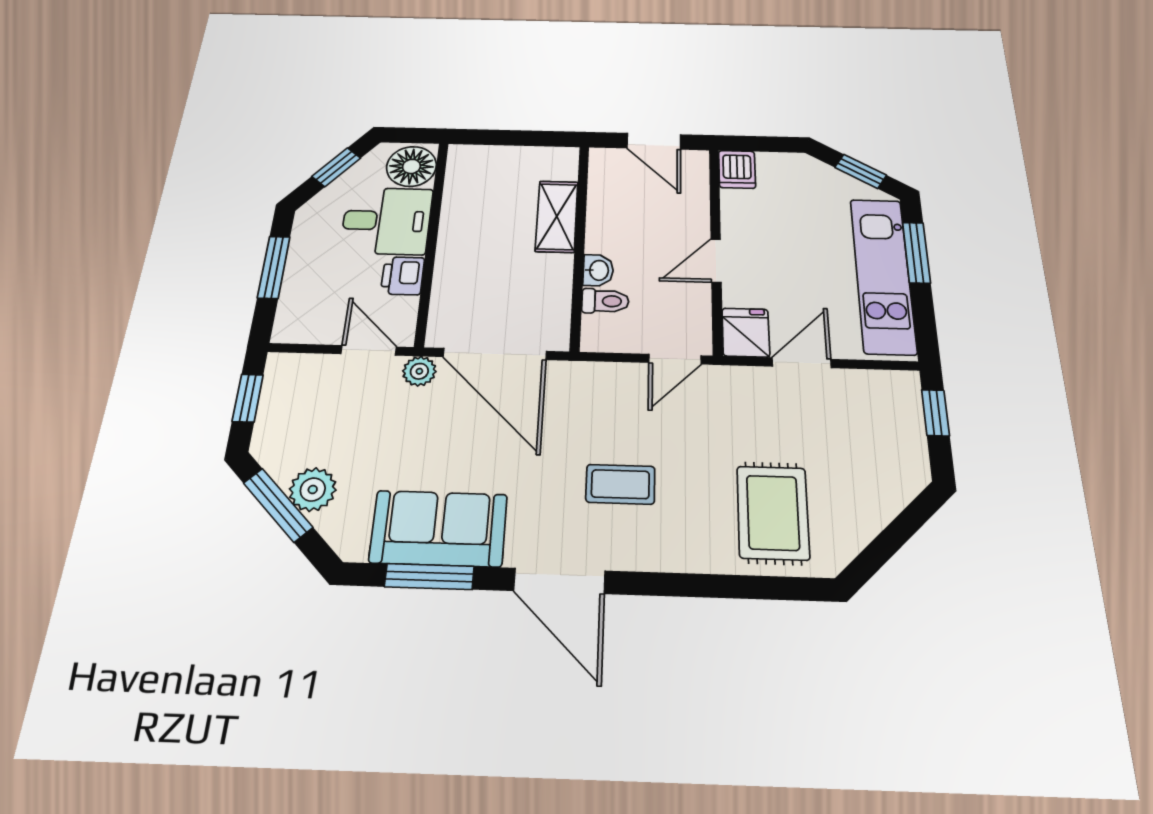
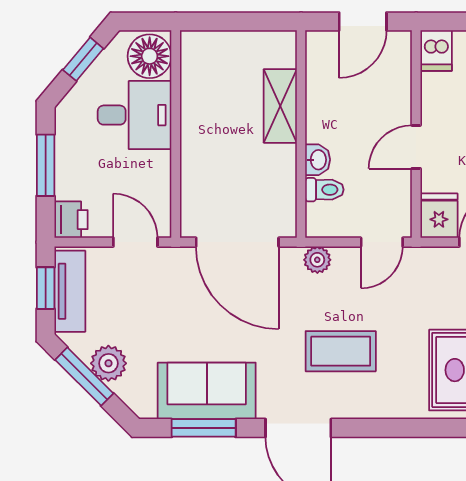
door: (654, 141) -> (363, 22), hinge flipped
printer: (403, 276) -> (71, 220), moved, turned 180
plant: (419, 371) -> (317, 260), moved
tv unit: (278, 403) -> (70, 291), added
coffee table: (620, 484) -> (341, 351), width x1.36, depth x1.30

